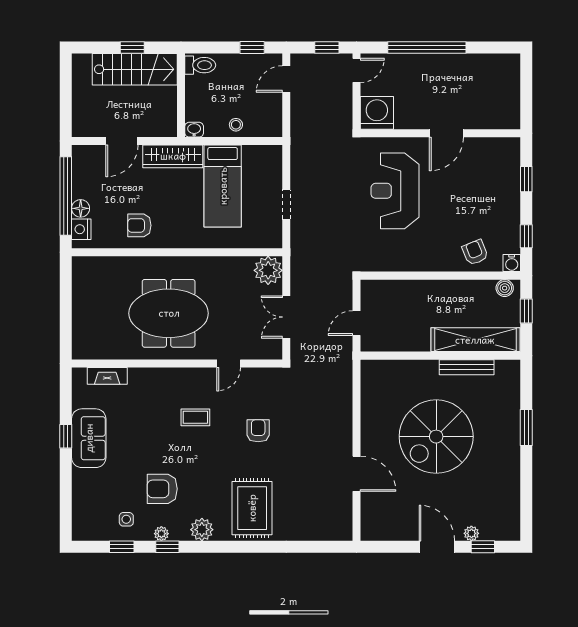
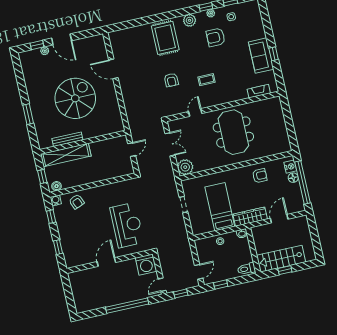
meeting table: (169, 313) -> (233, 132), turned 90
armchair: (162, 489) -> (216, 37), turned 180

